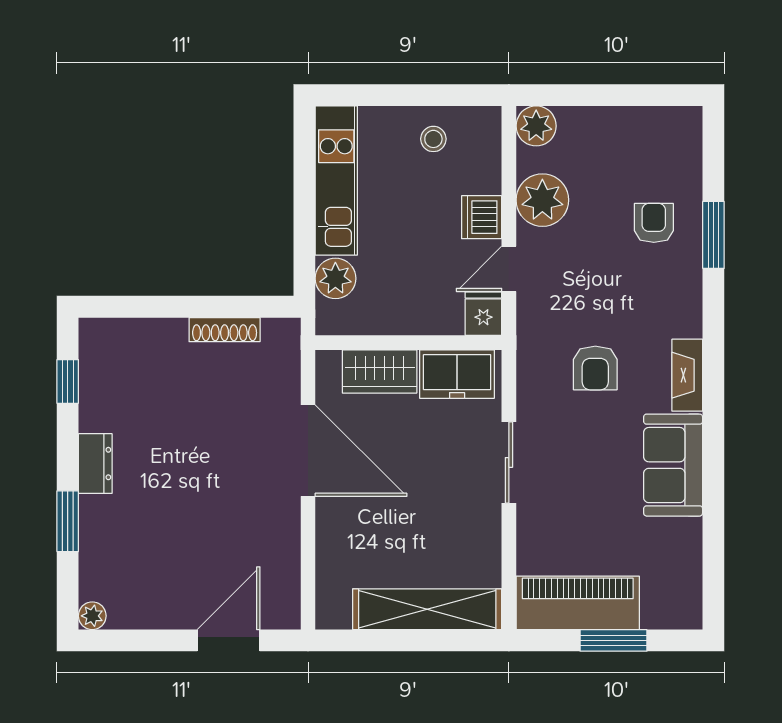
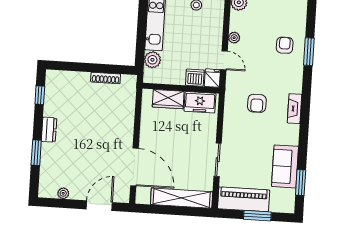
plant: (542, 200) -> (234, 38), width x0.53, depth x0.53
dishwasher: (482, 217) -> (195, 78), moved, turned 90
door: (509, 269) -> (224, 60), swing flipped
door: (308, 451) -> (134, 167), moved
sliding door: (509, 462) -> (218, 160), moved
sofa: (673, 465) -> (285, 166), moved
window: (713, 553) -> (301, 182), added
plant: (92, 616) -> (63, 193), moved

